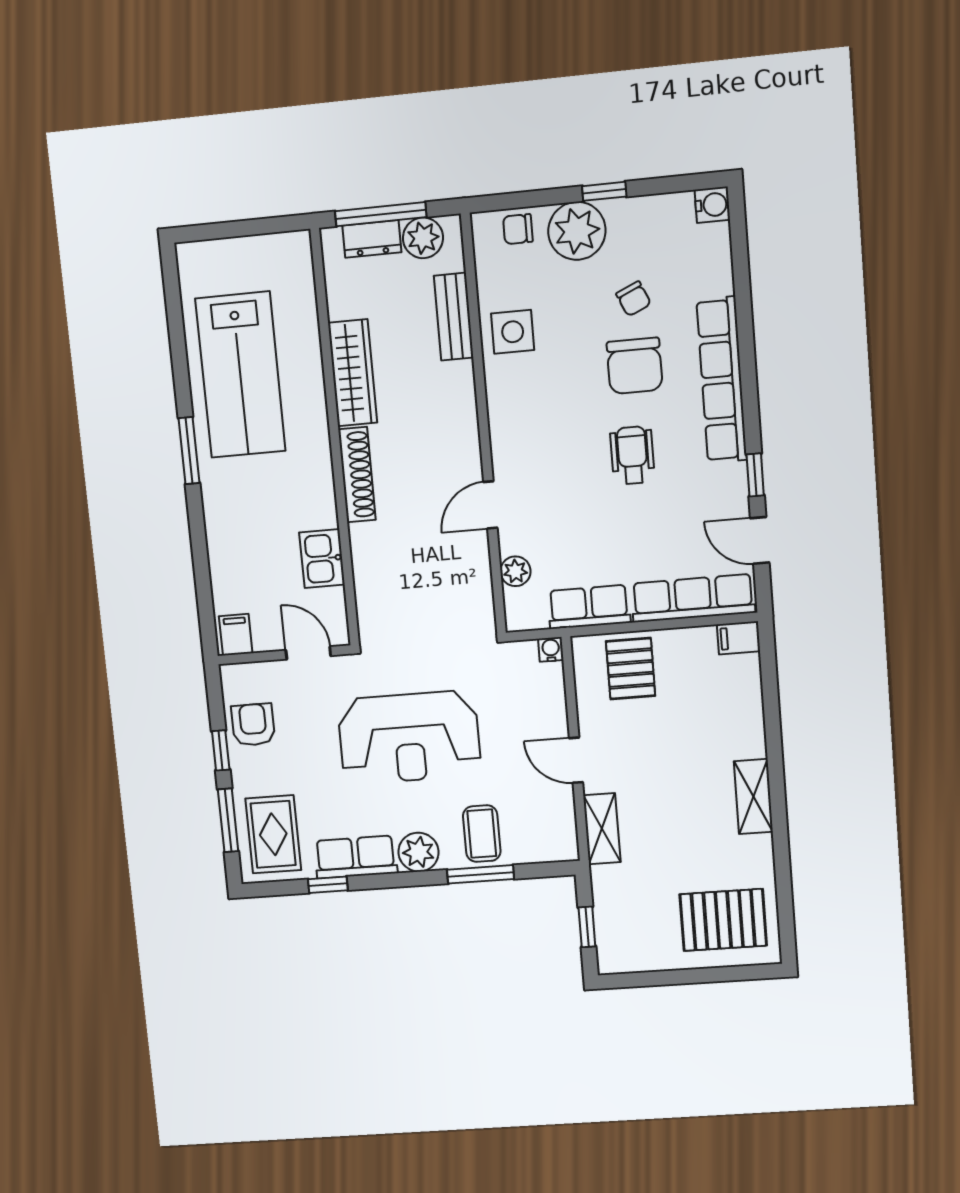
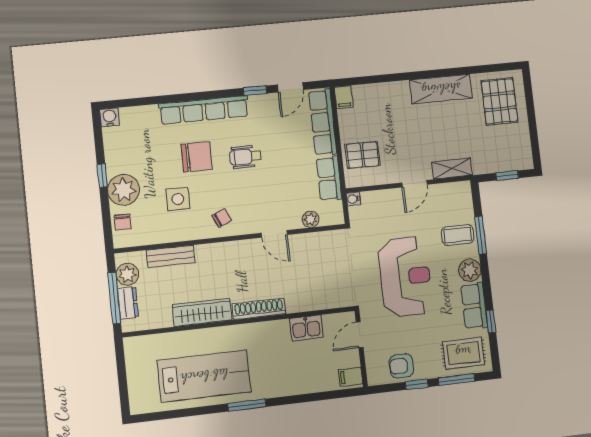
chair: (633, 299) -> (222, 218), moved
side table: (513, 332) -> (178, 199), moved
shelving: (753, 796) -> (441, 89), width x1.50, depth x1.33

